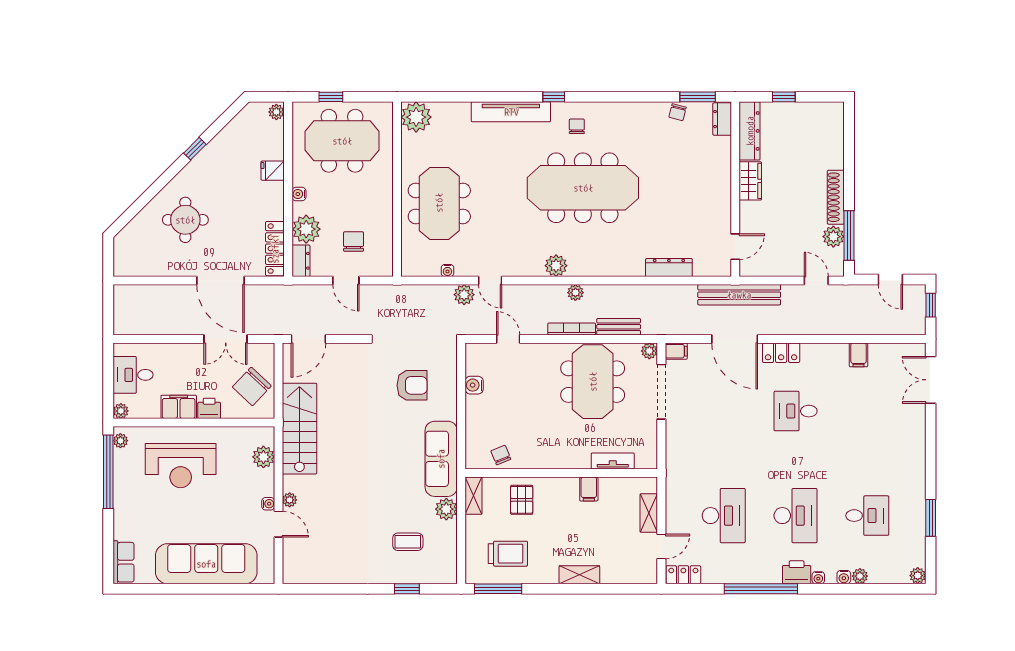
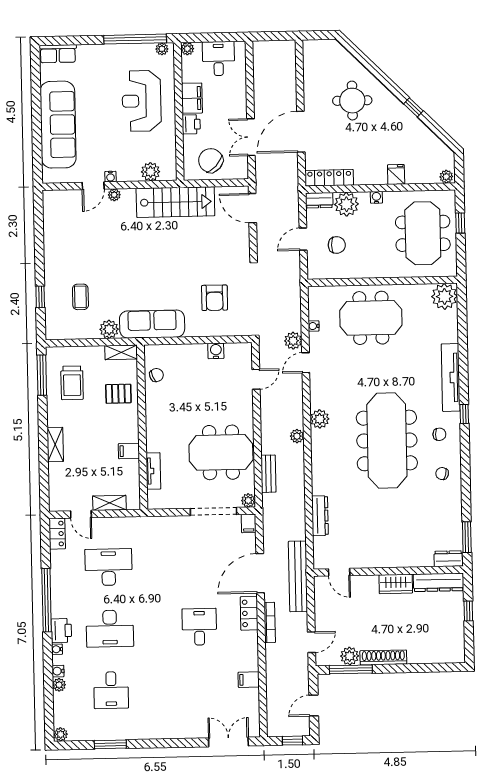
chair: (678, 112) -> (442, 474), moved
bookcase: (572, 329) -> (270, 622), moved
desk: (724, 516) -> (109, 567), turned 180

